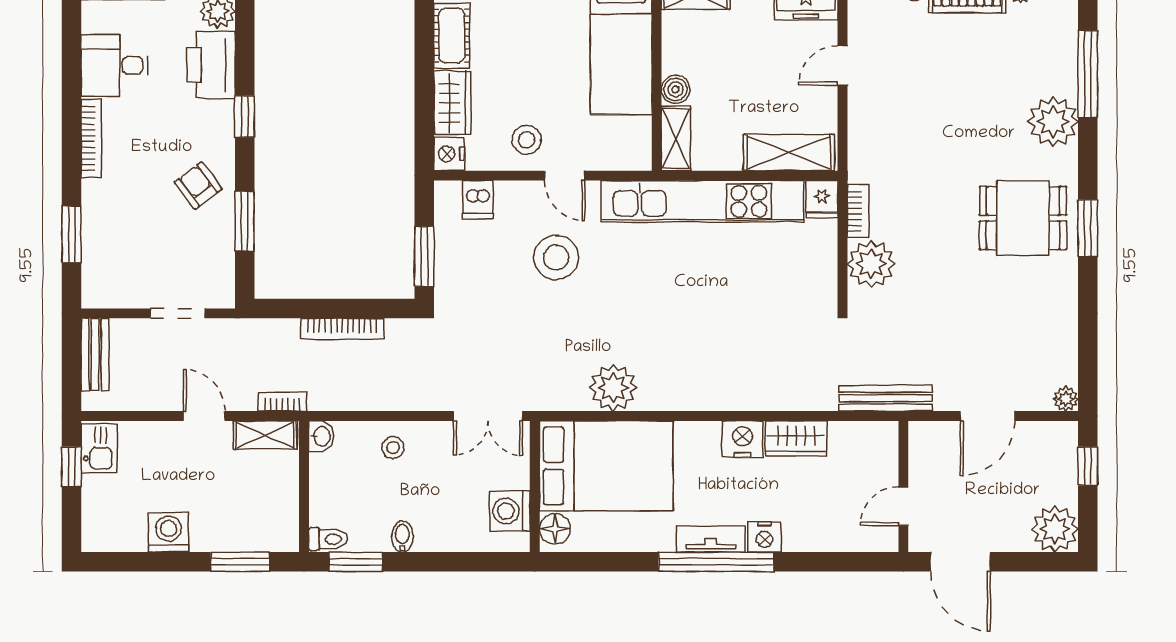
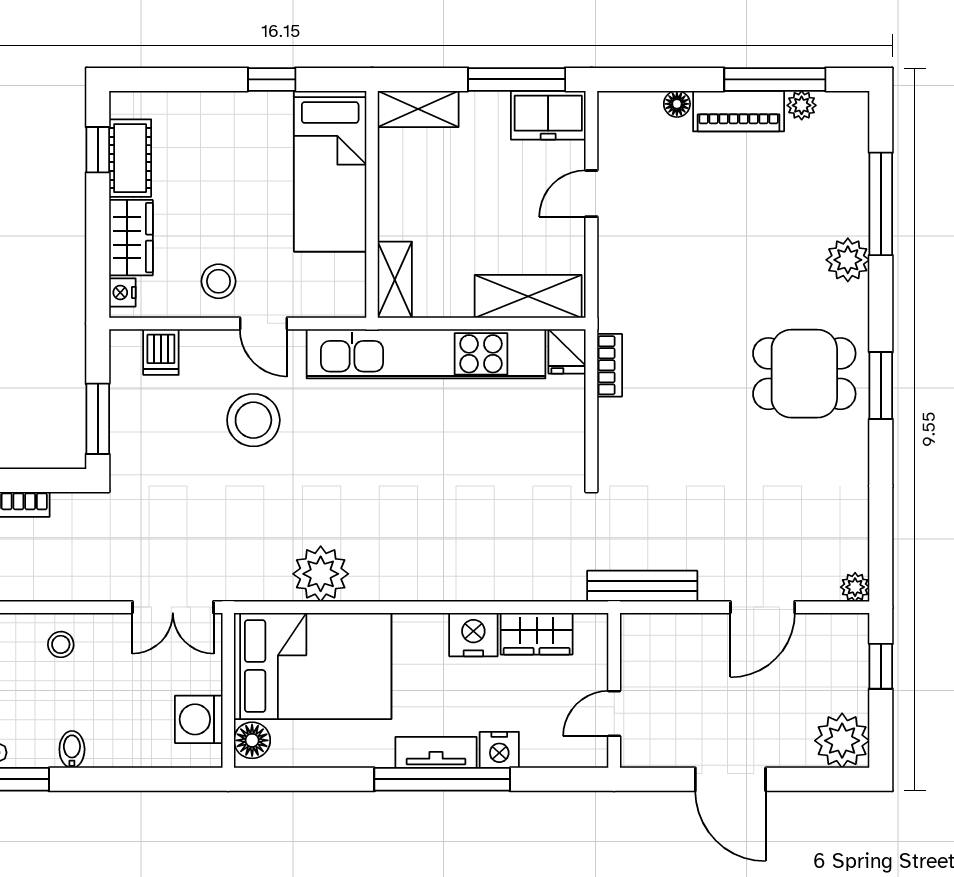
window: (424, 28) -> (98, 150), added
boiler: (676, 89) -> (394, 222), removed
plant: (1053, 122) -> (848, 260), width x0.73, depth x0.73
nightstand: (449, 154) -> (122, 292), width x0.72, depth x0.74
plant: (871, 264) -> (625, 428), removed
wall: (903, 487) -> (614, 690), moved
door: (903, 506) -> (614, 714), moved

